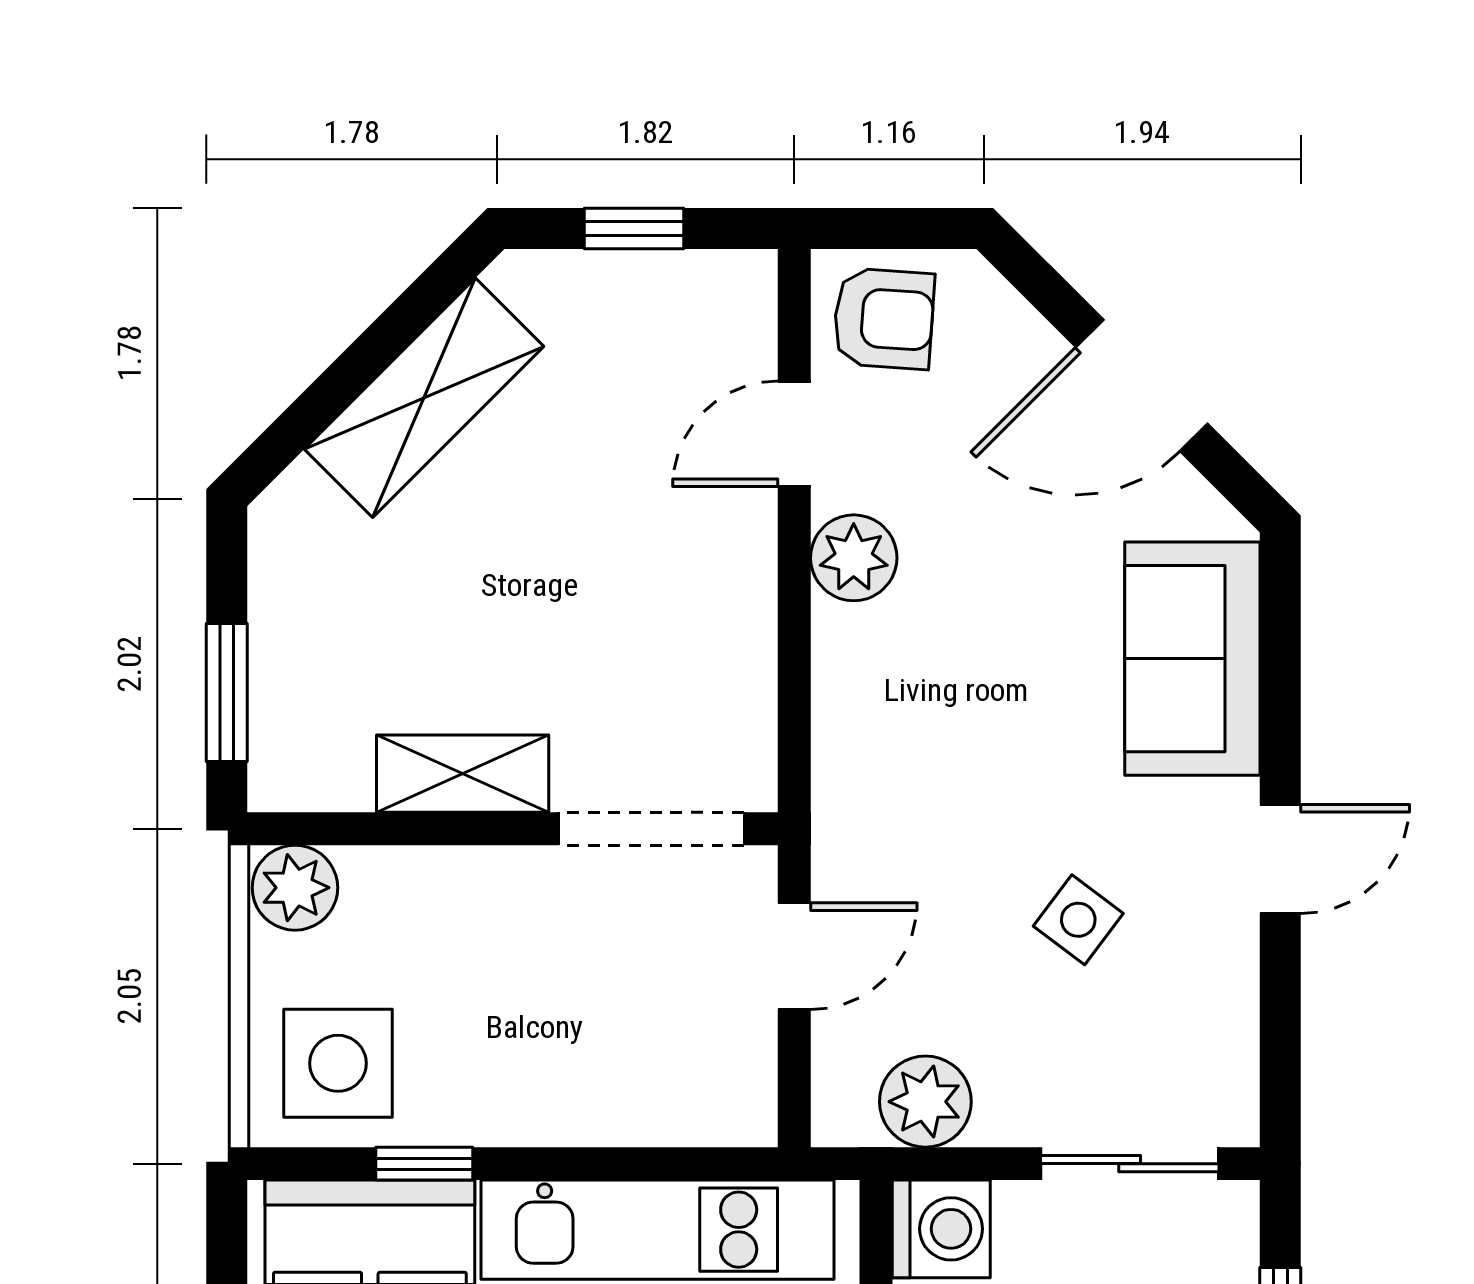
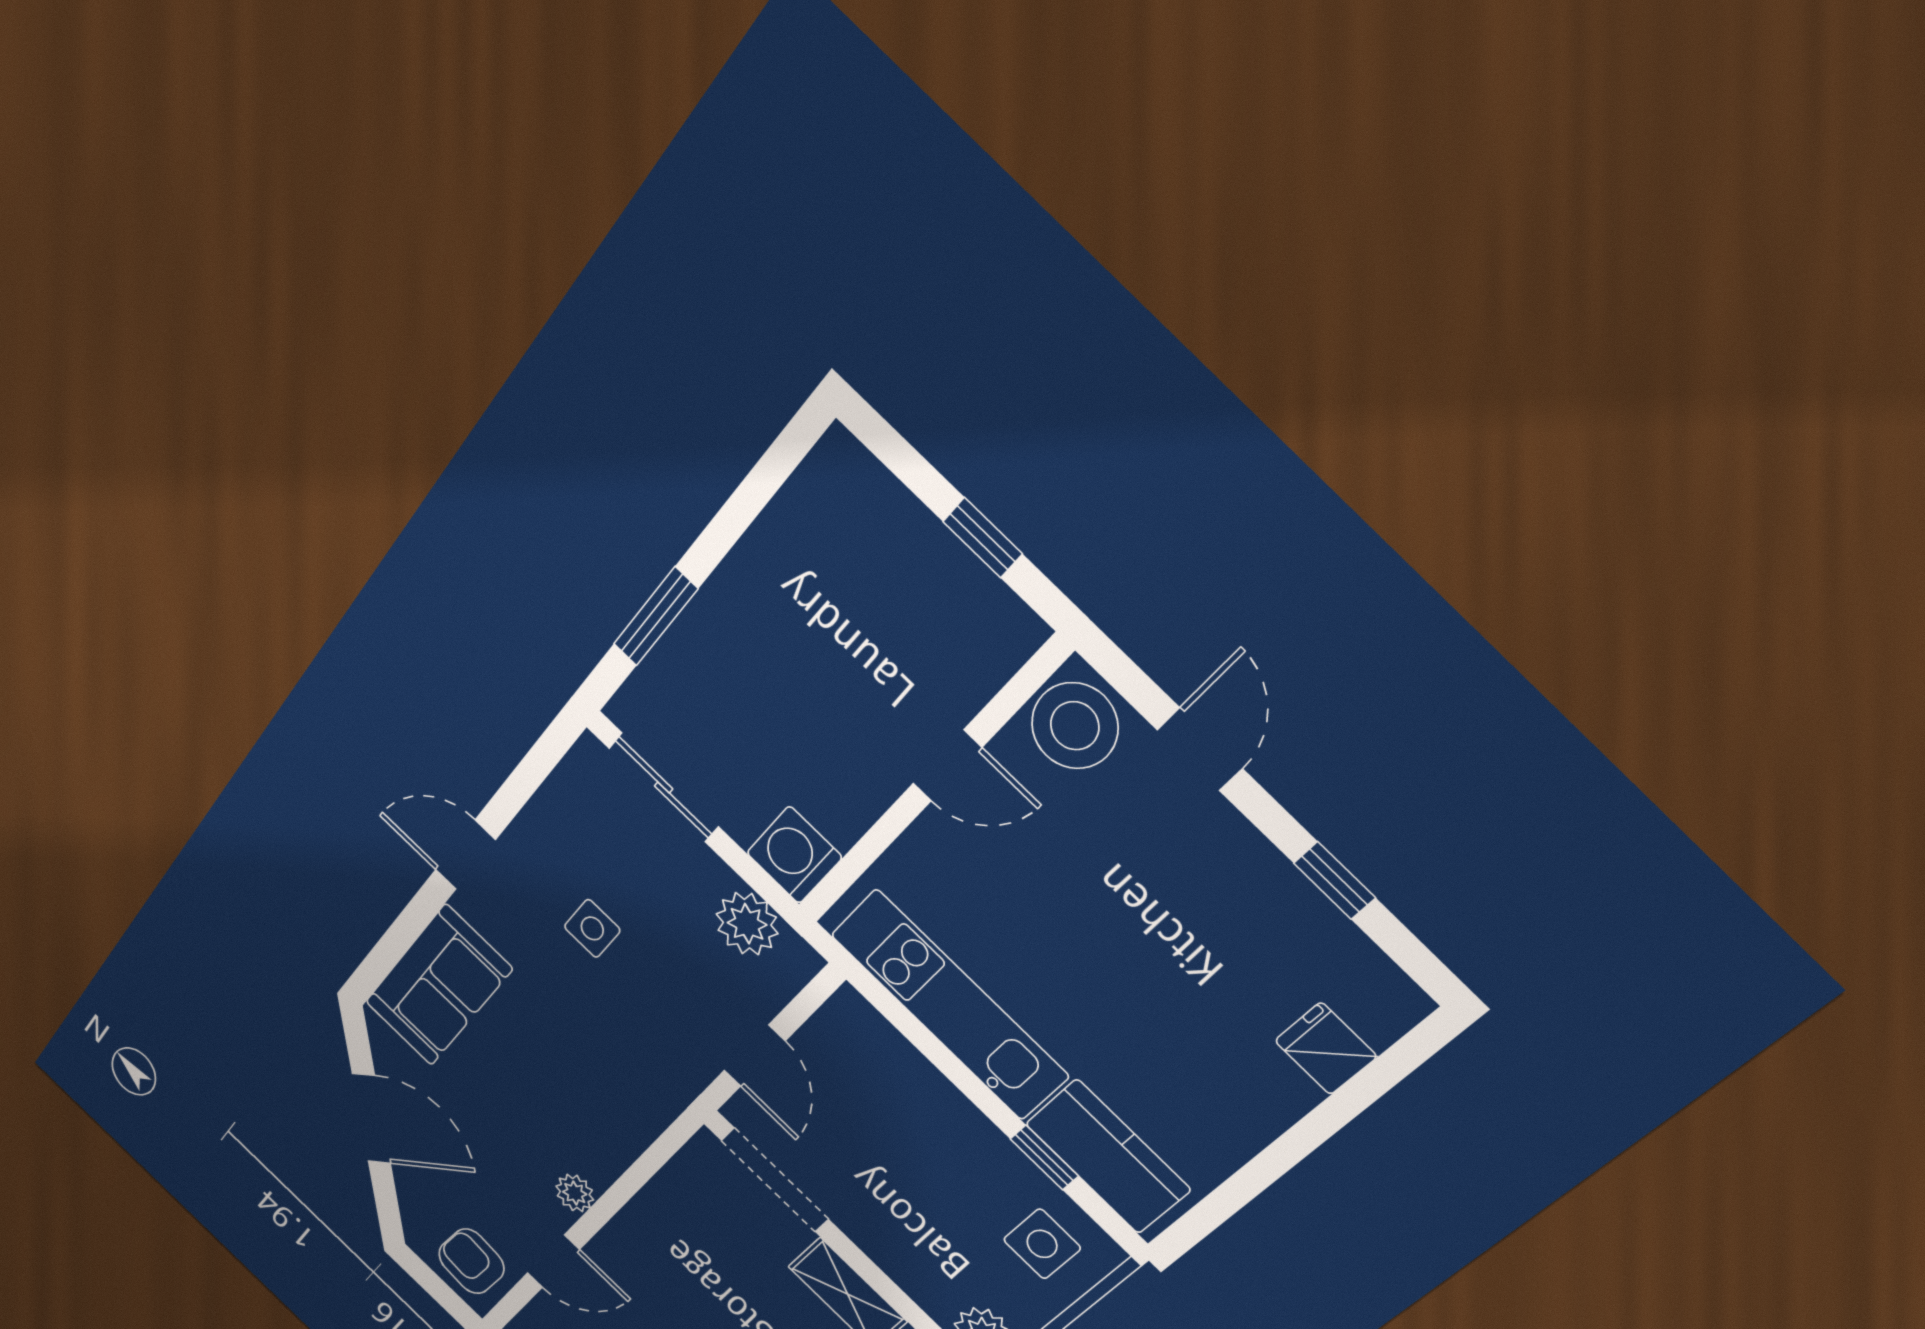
plant: (854, 558) -> (575, 1193), width x0.73, depth x0.73
side table: (1078, 920) -> (592, 928), turned -37
door: (794, 956) -> (754, 1056), swing flipped
side table: (338, 1063) -> (1042, 1244), width x0.73, depth x0.73

